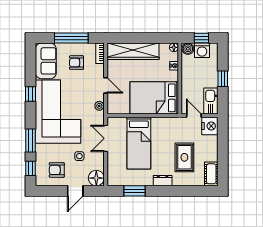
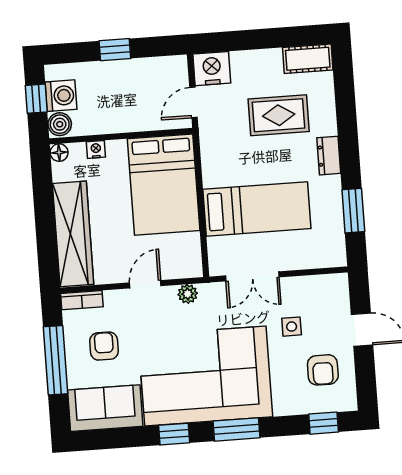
armchair: (77, 63) -> (104, 346), turned 180
kitchen sink: (211, 101) -> (162, 70), removed
window: (30, 140) -> (236, 429), moved
floor lamp: (96, 178) -> (333, 289), removed

